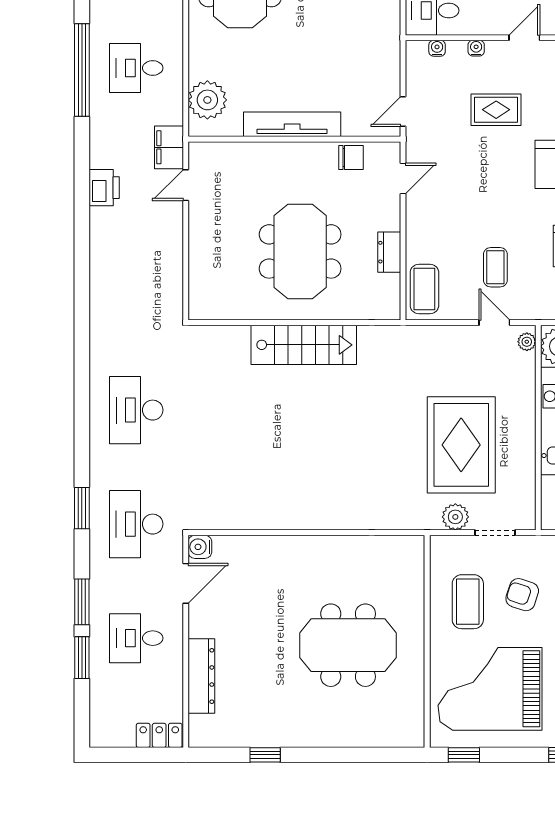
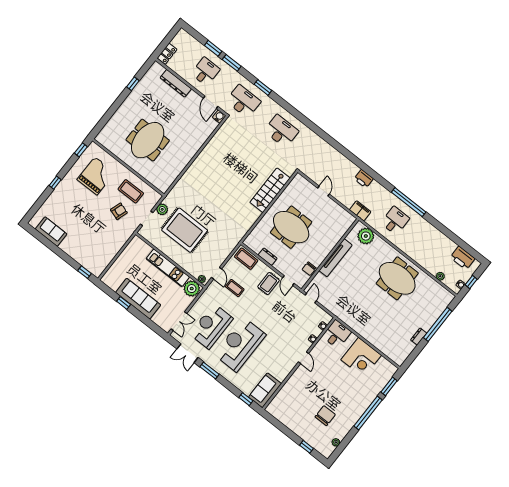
rug: (496, 110) -> (269, 284), moved
door: (186, 185) -> (323, 191), moved
door: (494, 323) -> (217, 273), hinge flipped
stairs: (304, 345) -> (270, 190), moved
grand piano: (490, 689) -> (96, 176), width x0.73, depth x0.68

